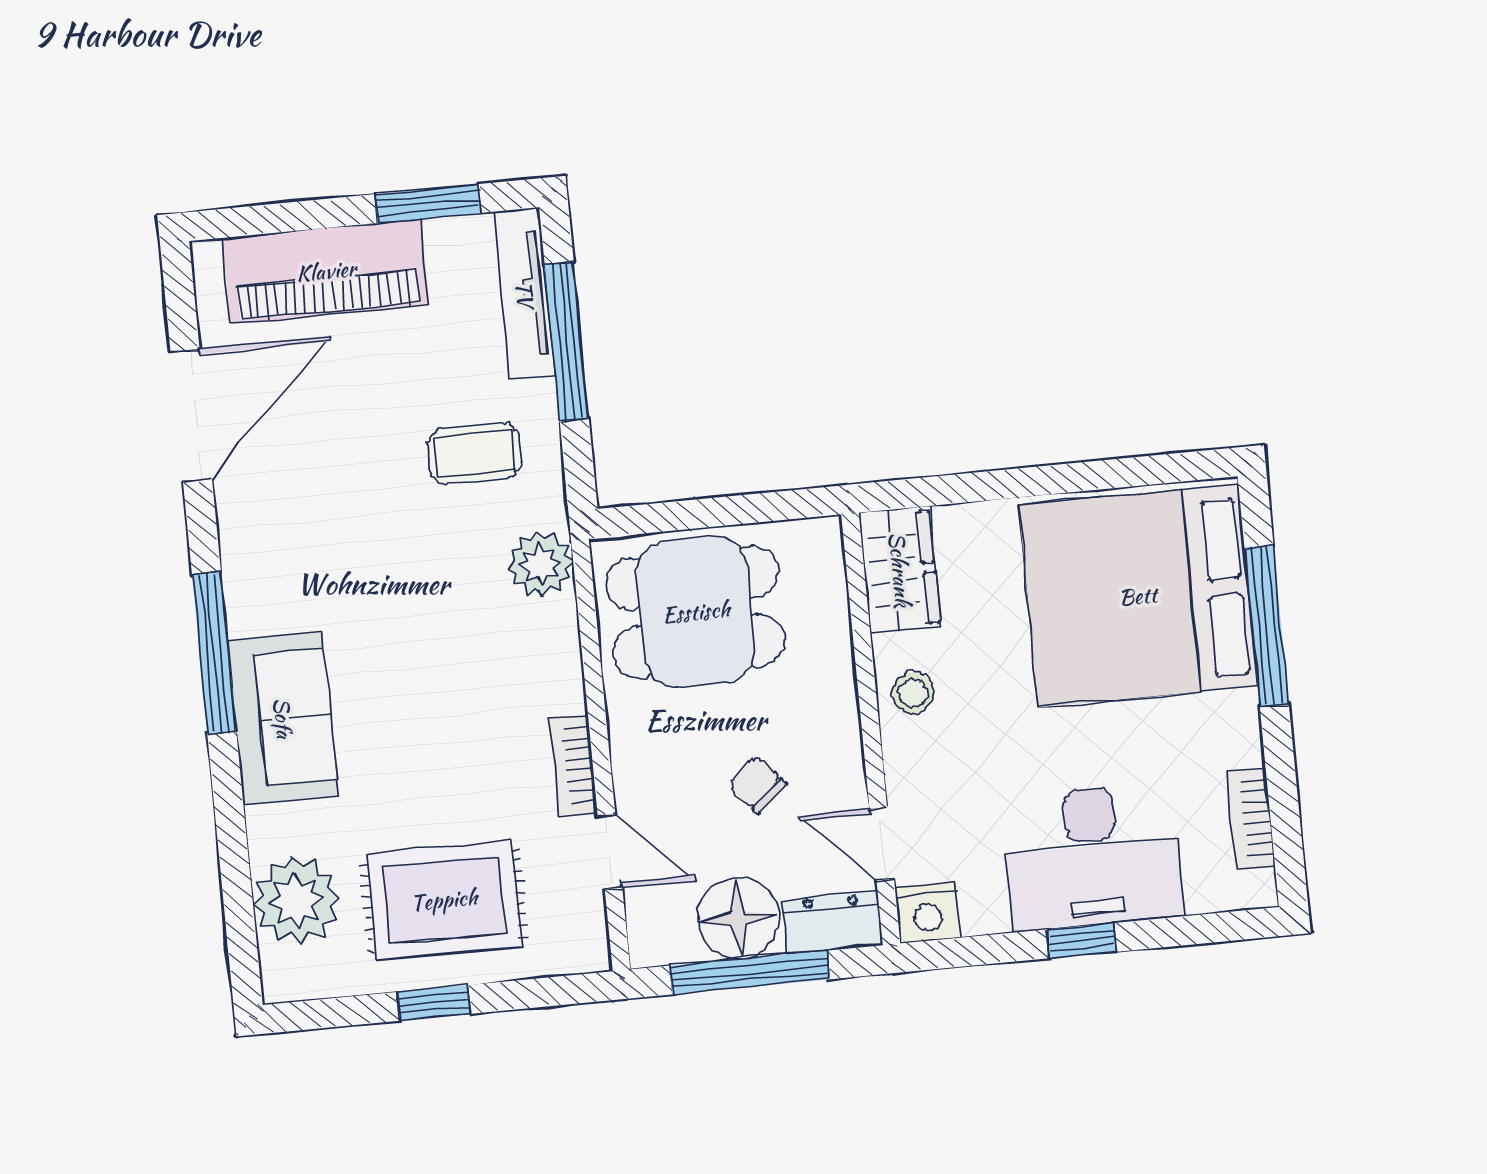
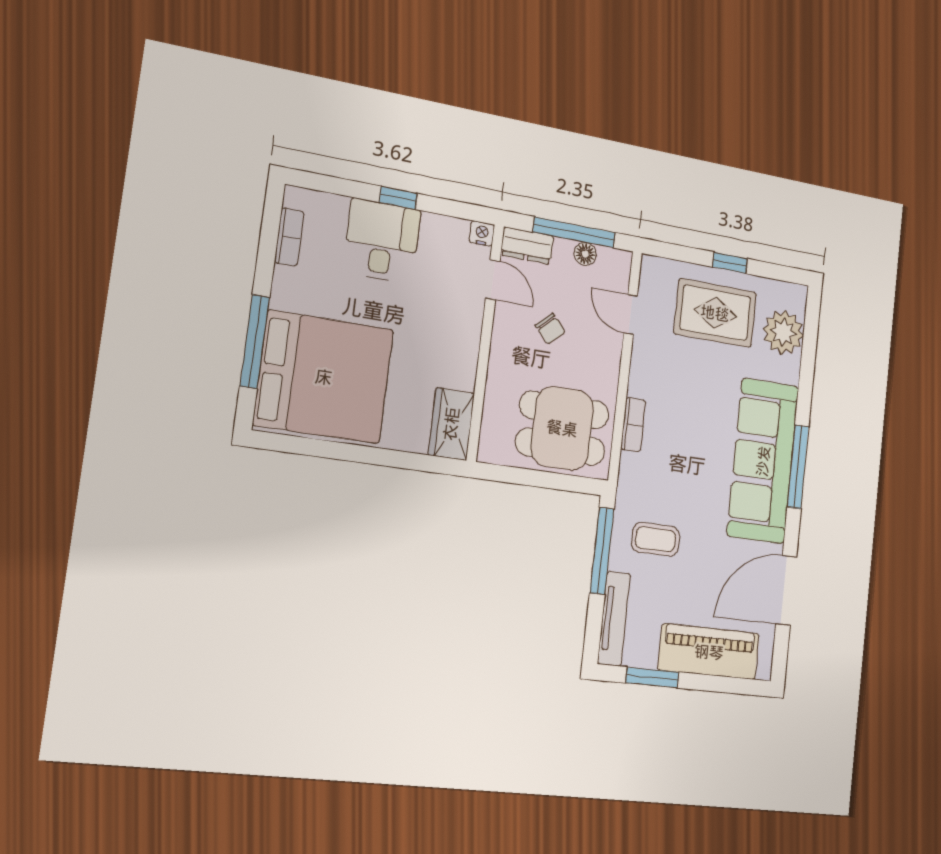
window: (567, 342) -> (602, 551), moved
plant: (541, 564) -> (635, 473), removed
stool: (913, 693) -> (459, 356), removed
sofa: (283, 718) -> (763, 461), width x1.85, depth x1.27
bookcase: (573, 765) -> (633, 425), moved
desk: (1093, 857) -> (382, 241), width x0.73
nightstand: (927, 913) -> (482, 233), width x0.72, depth x0.74
floor lamp: (738, 918) -> (585, 254), width x0.53, depth x0.53

